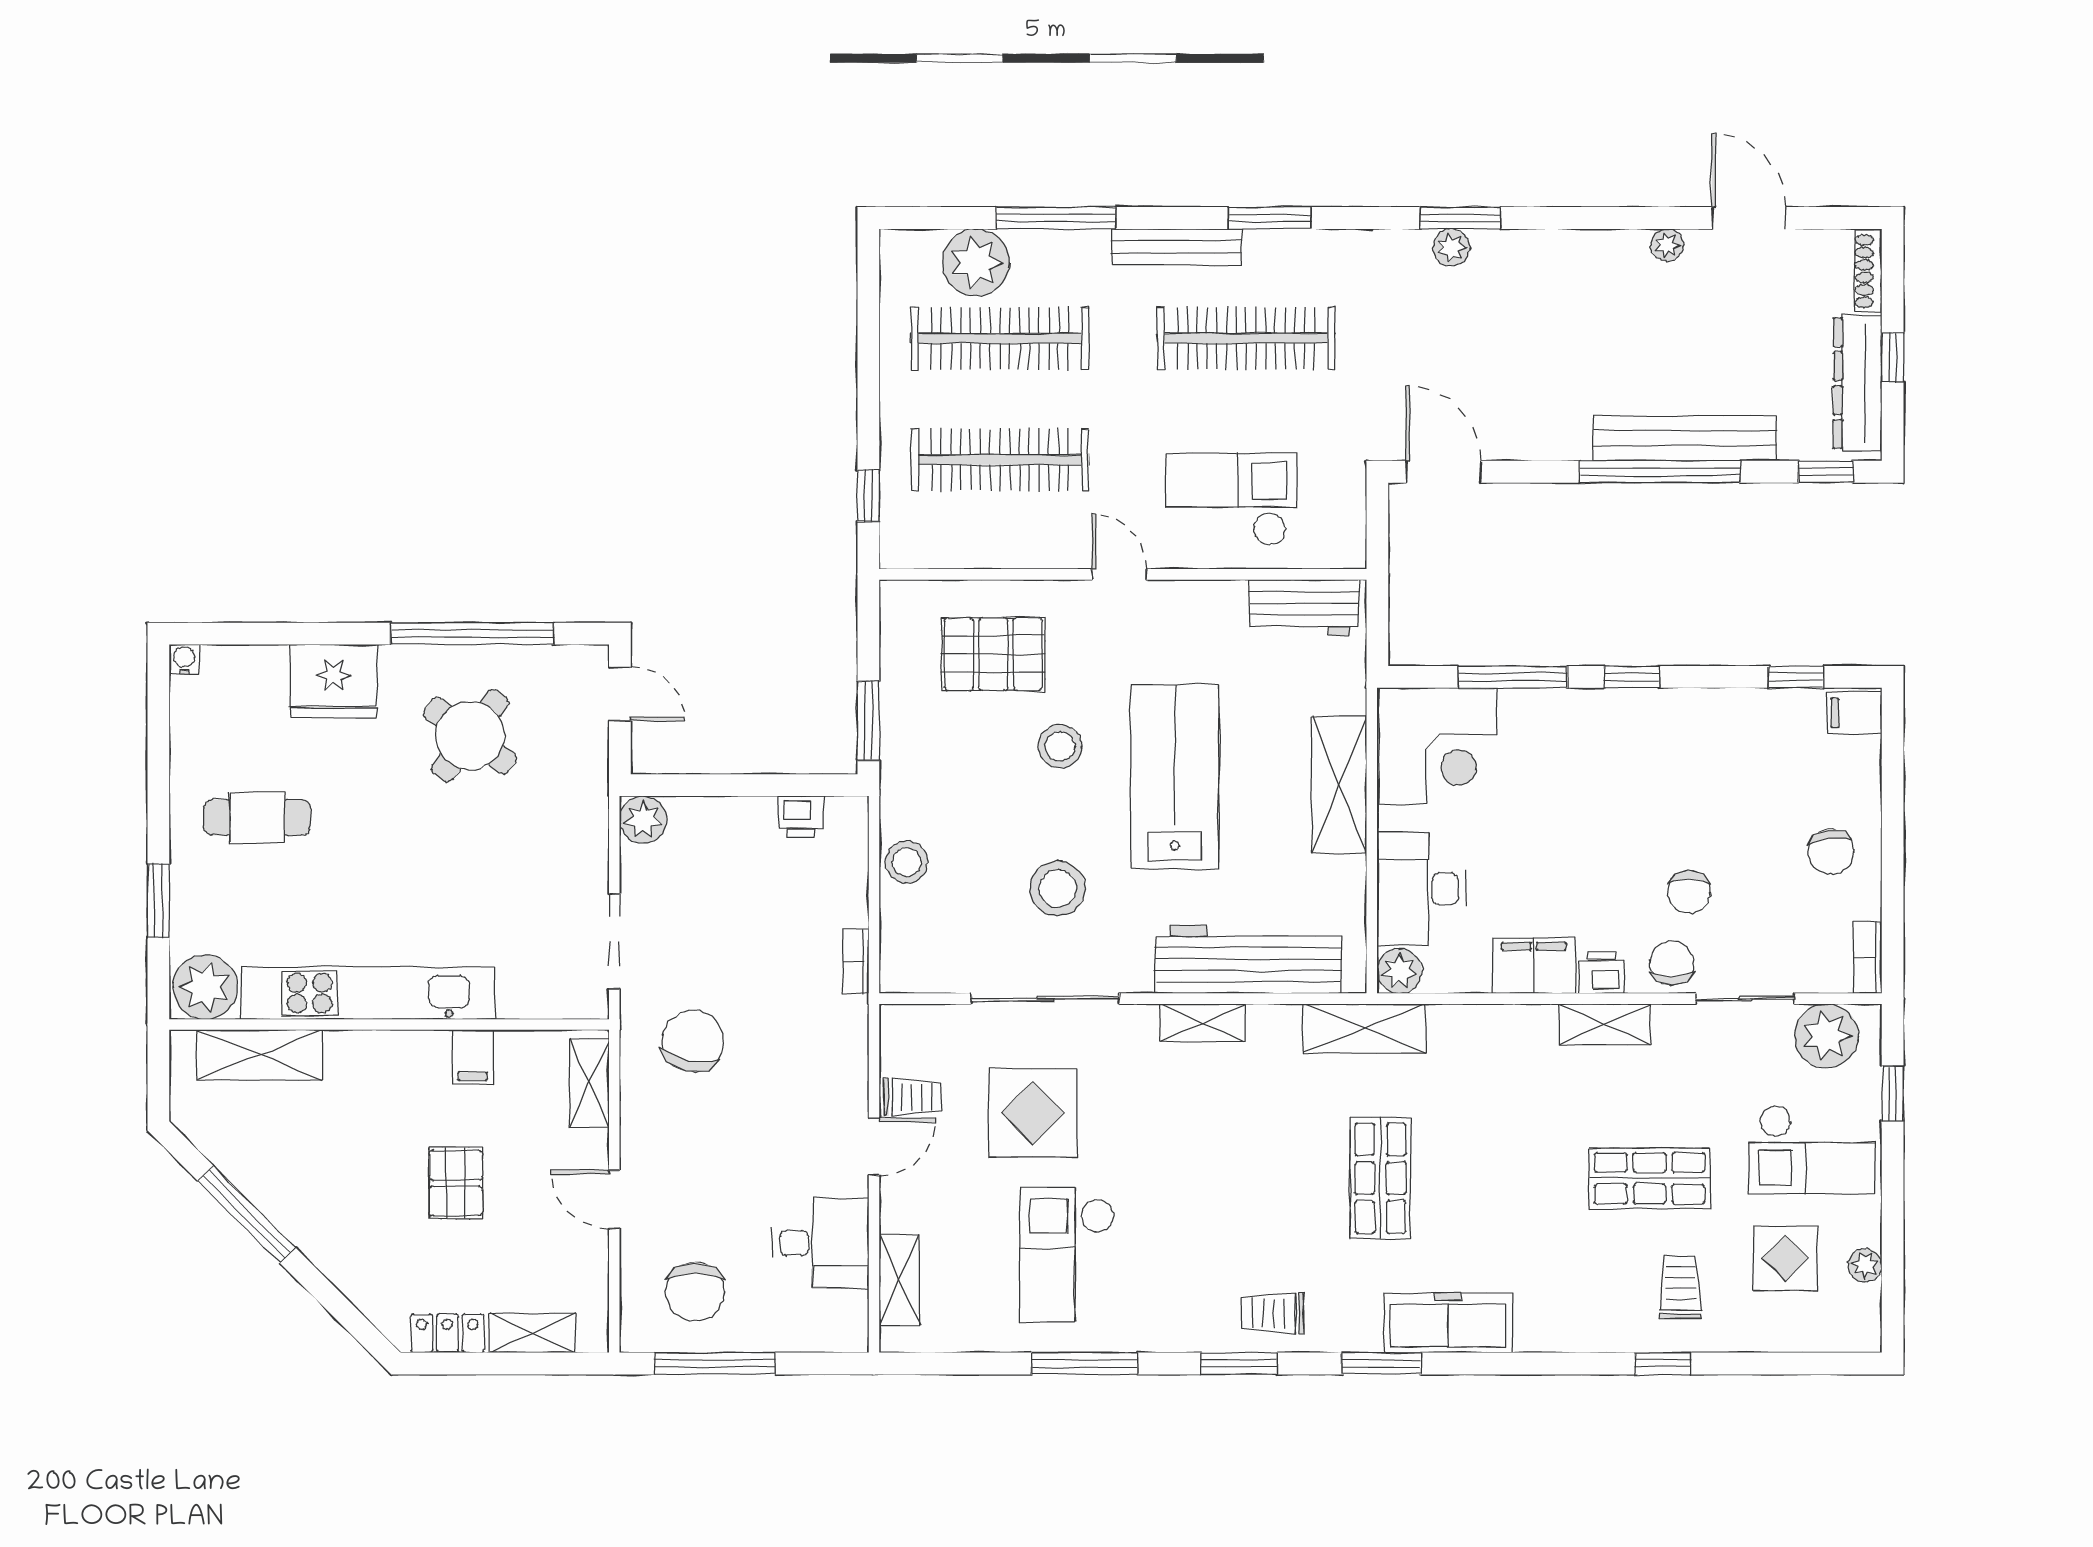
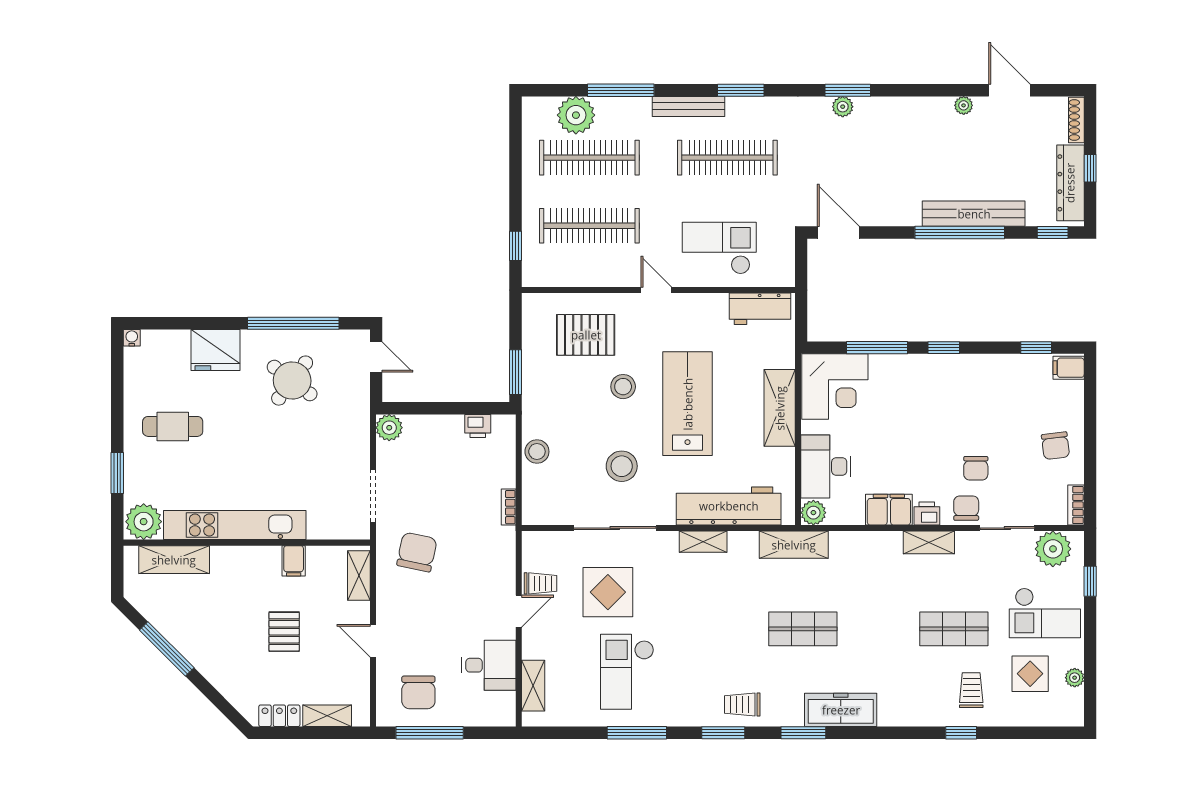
shop shelf: (1380, 1178) -> (803, 629), turned 90

